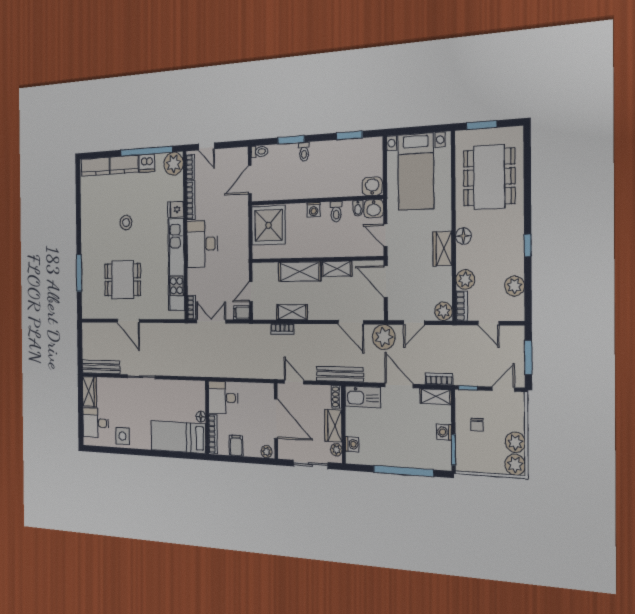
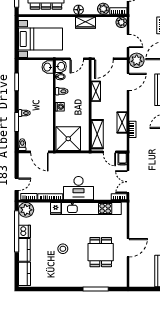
shelving: (299, 272) -> (97, 134), moved

